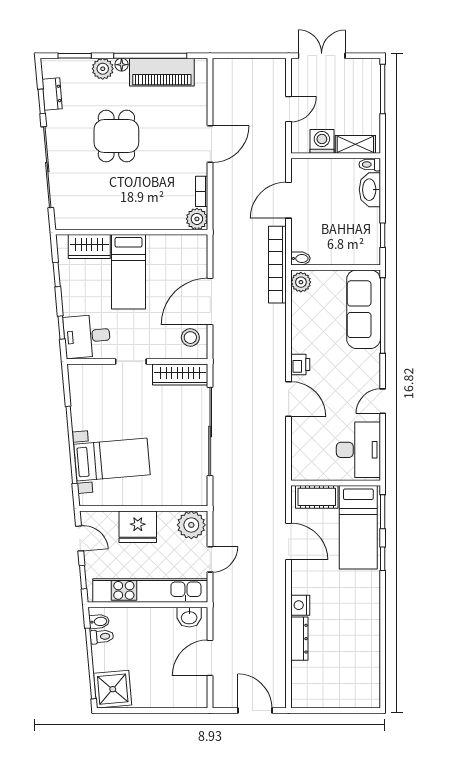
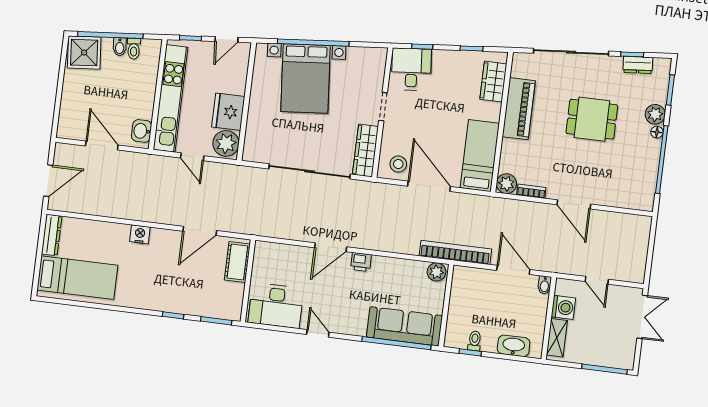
piano: (162, 72) -> (519, 109), moved, turned 180
toilet: (370, 165) -> (475, 341), moved
bidet: (301, 258) -> (545, 285), moved
bed: (128, 272) -> (480, 156), moved, turned 90
bed with nightstands: (112, 460) -> (306, 78), width x1.36
fridge: (138, 527) -> (228, 112), moved
bed: (358, 527) -> (77, 278), moved, turned 180
bidet: (99, 622) -> (120, 47), moved
dresser: (299, 639) -> (52, 235), moved, turned -90

